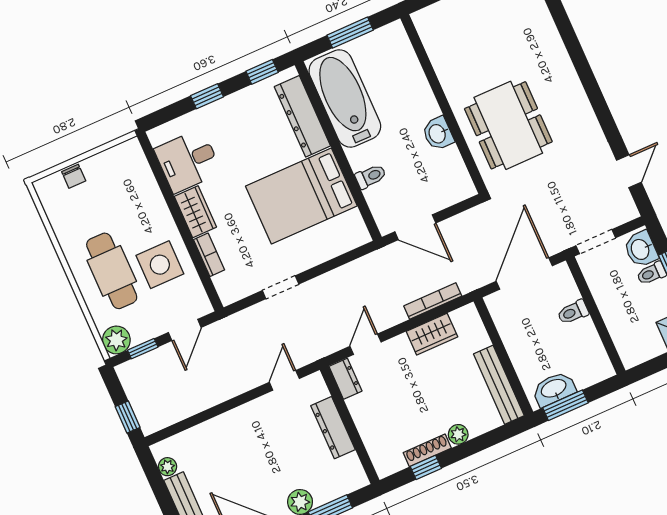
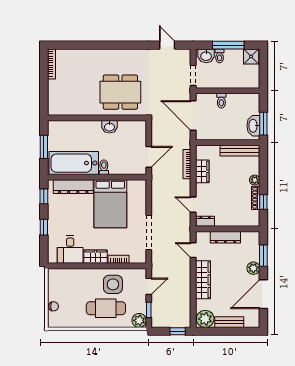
toilet: (371, 176) -> (104, 167), moved
doorway: (281, 287) -> (149, 233), width x1.88
door: (185, 330) -> (149, 286), hinge flipped
wardrobe: (239, 421) -> (203, 280), added
plant: (168, 467) -> (205, 319), width x1.87, depth x1.87

